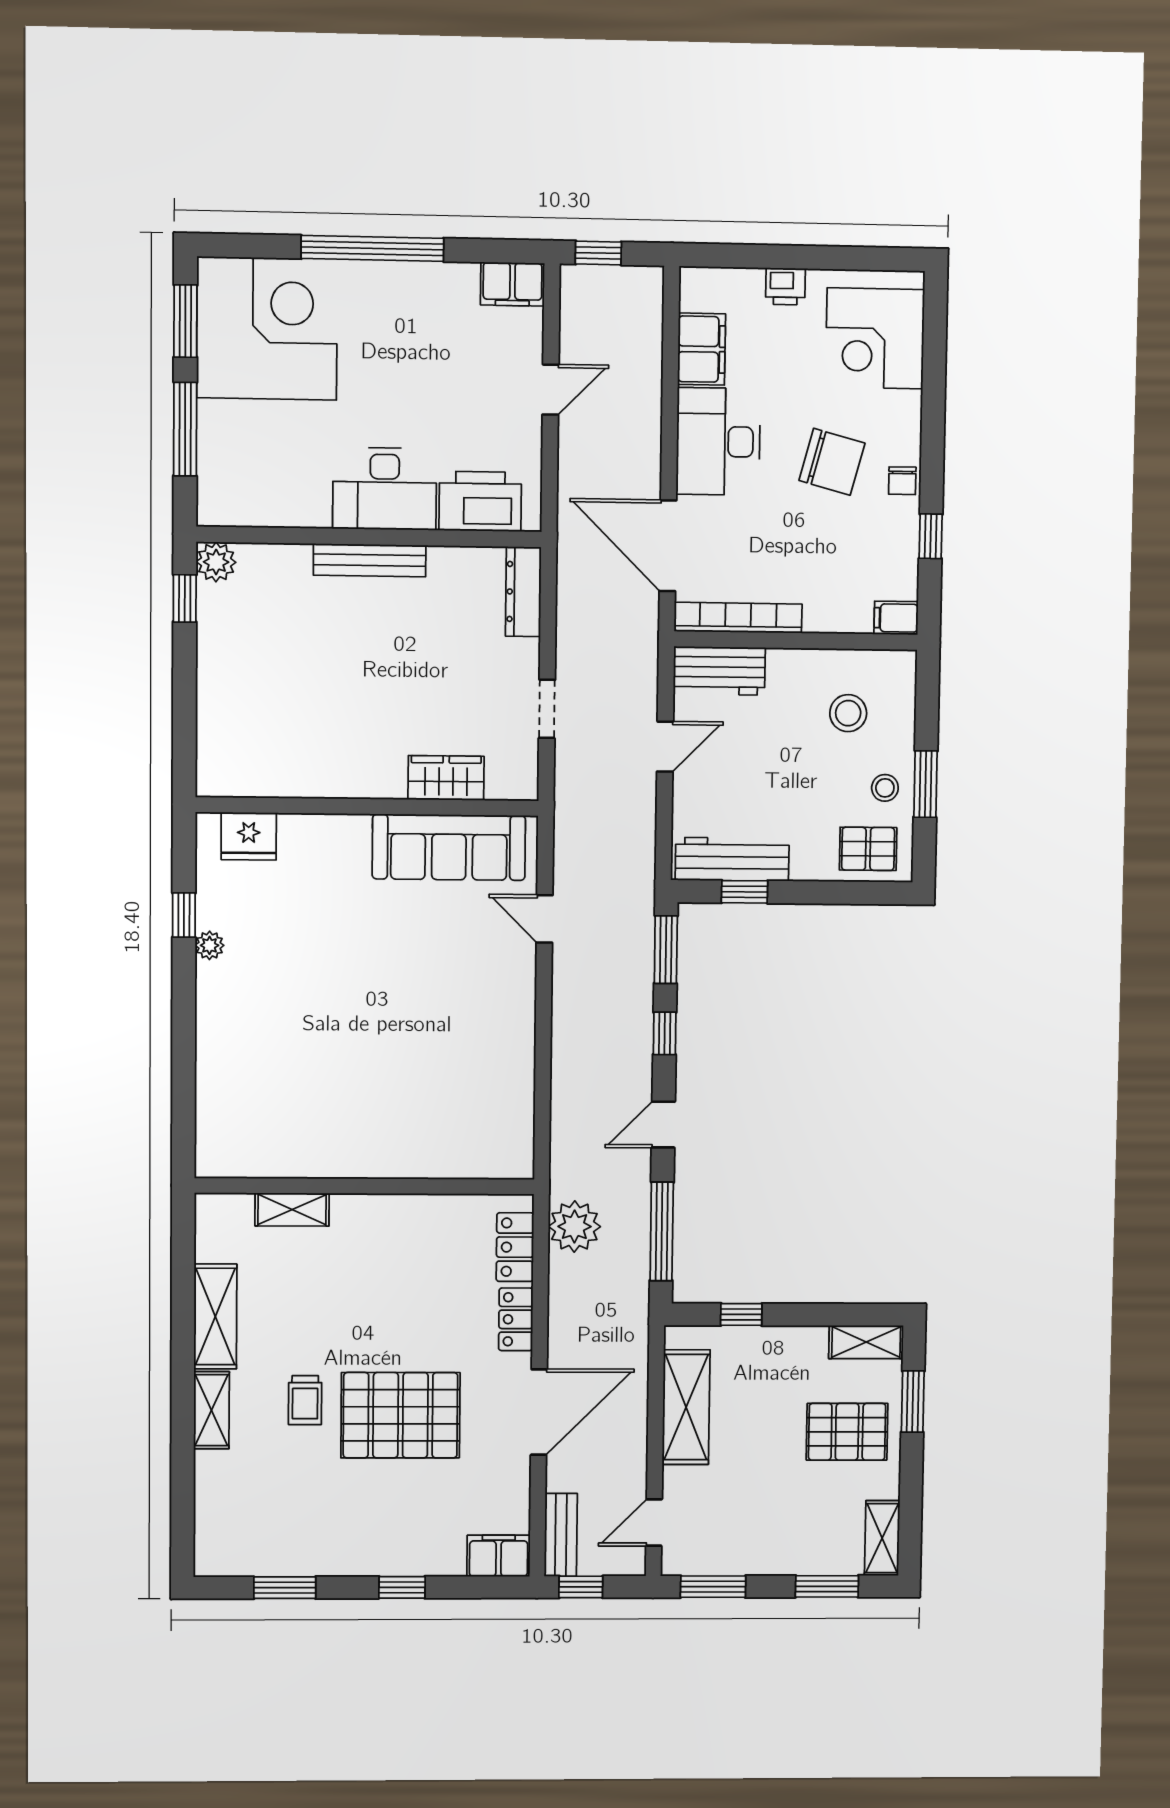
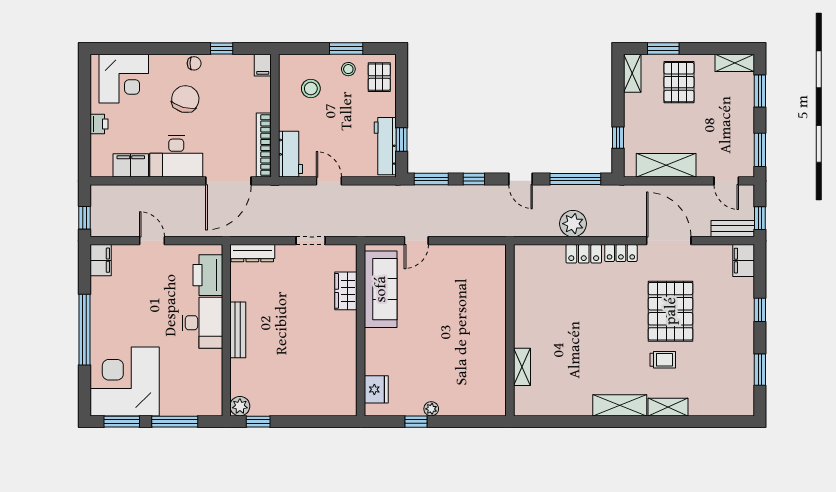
wall: (365, 1186) -> (510, 330), moved
shelving: (292, 1210) -> (522, 367), moved

